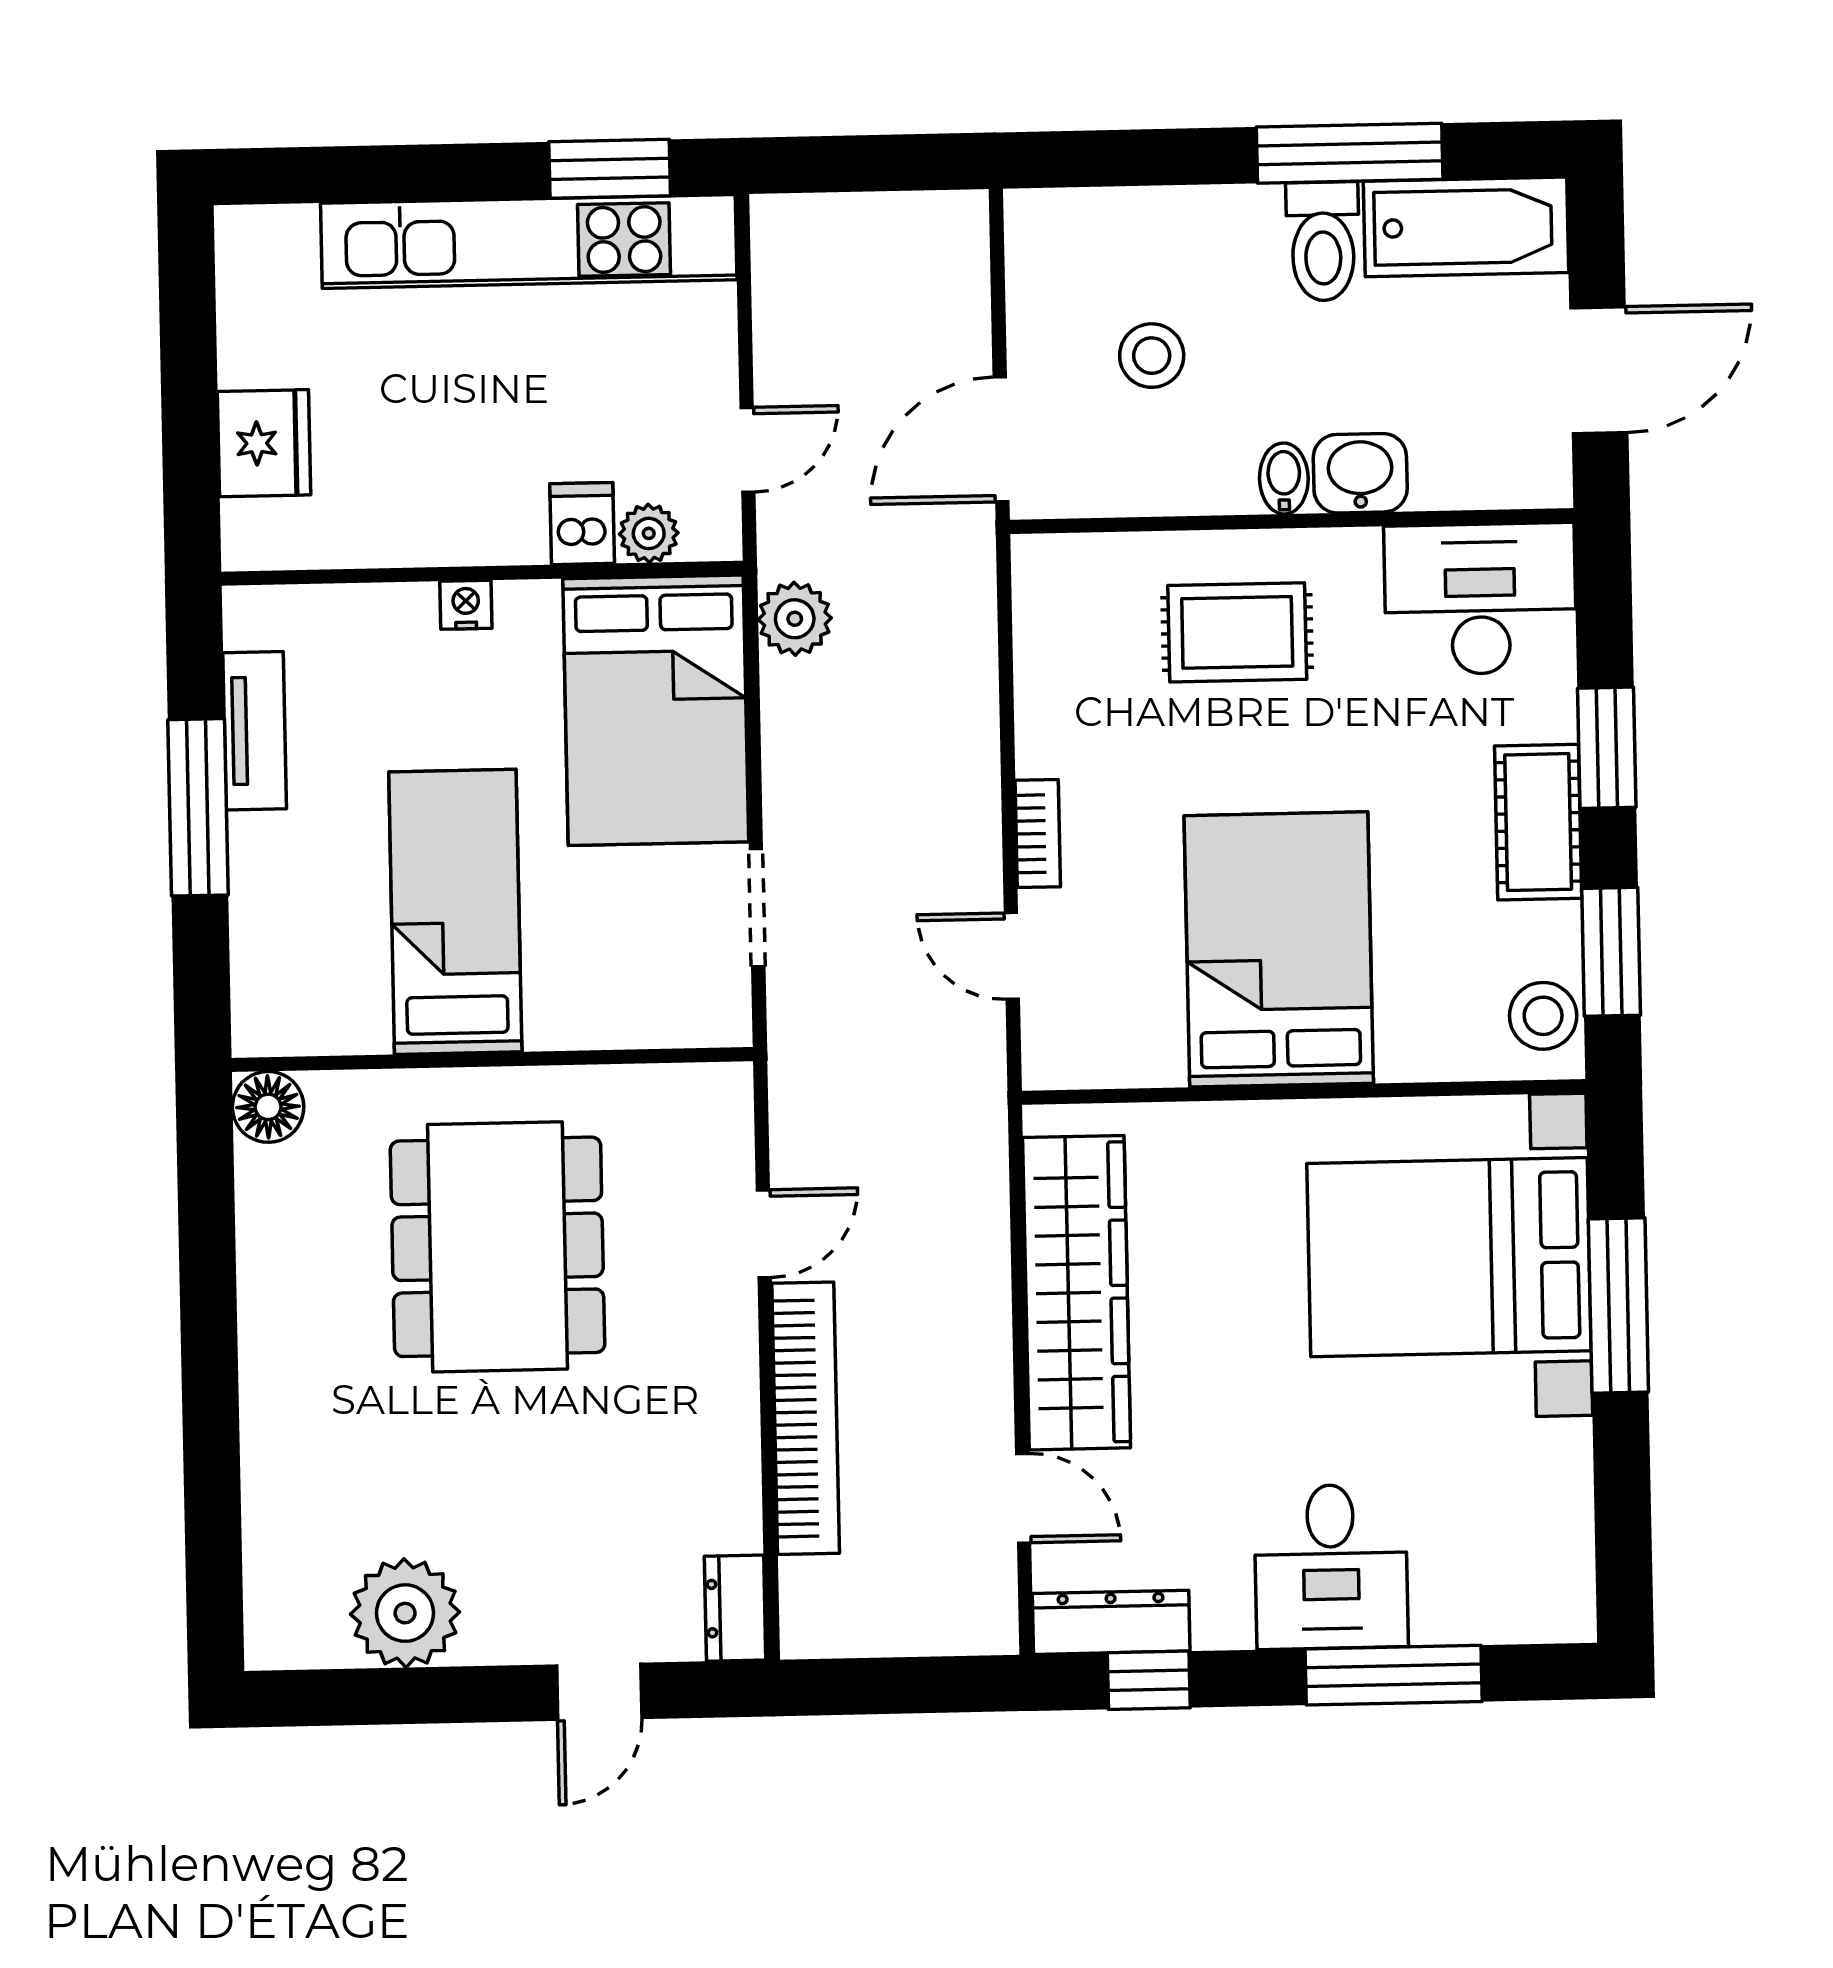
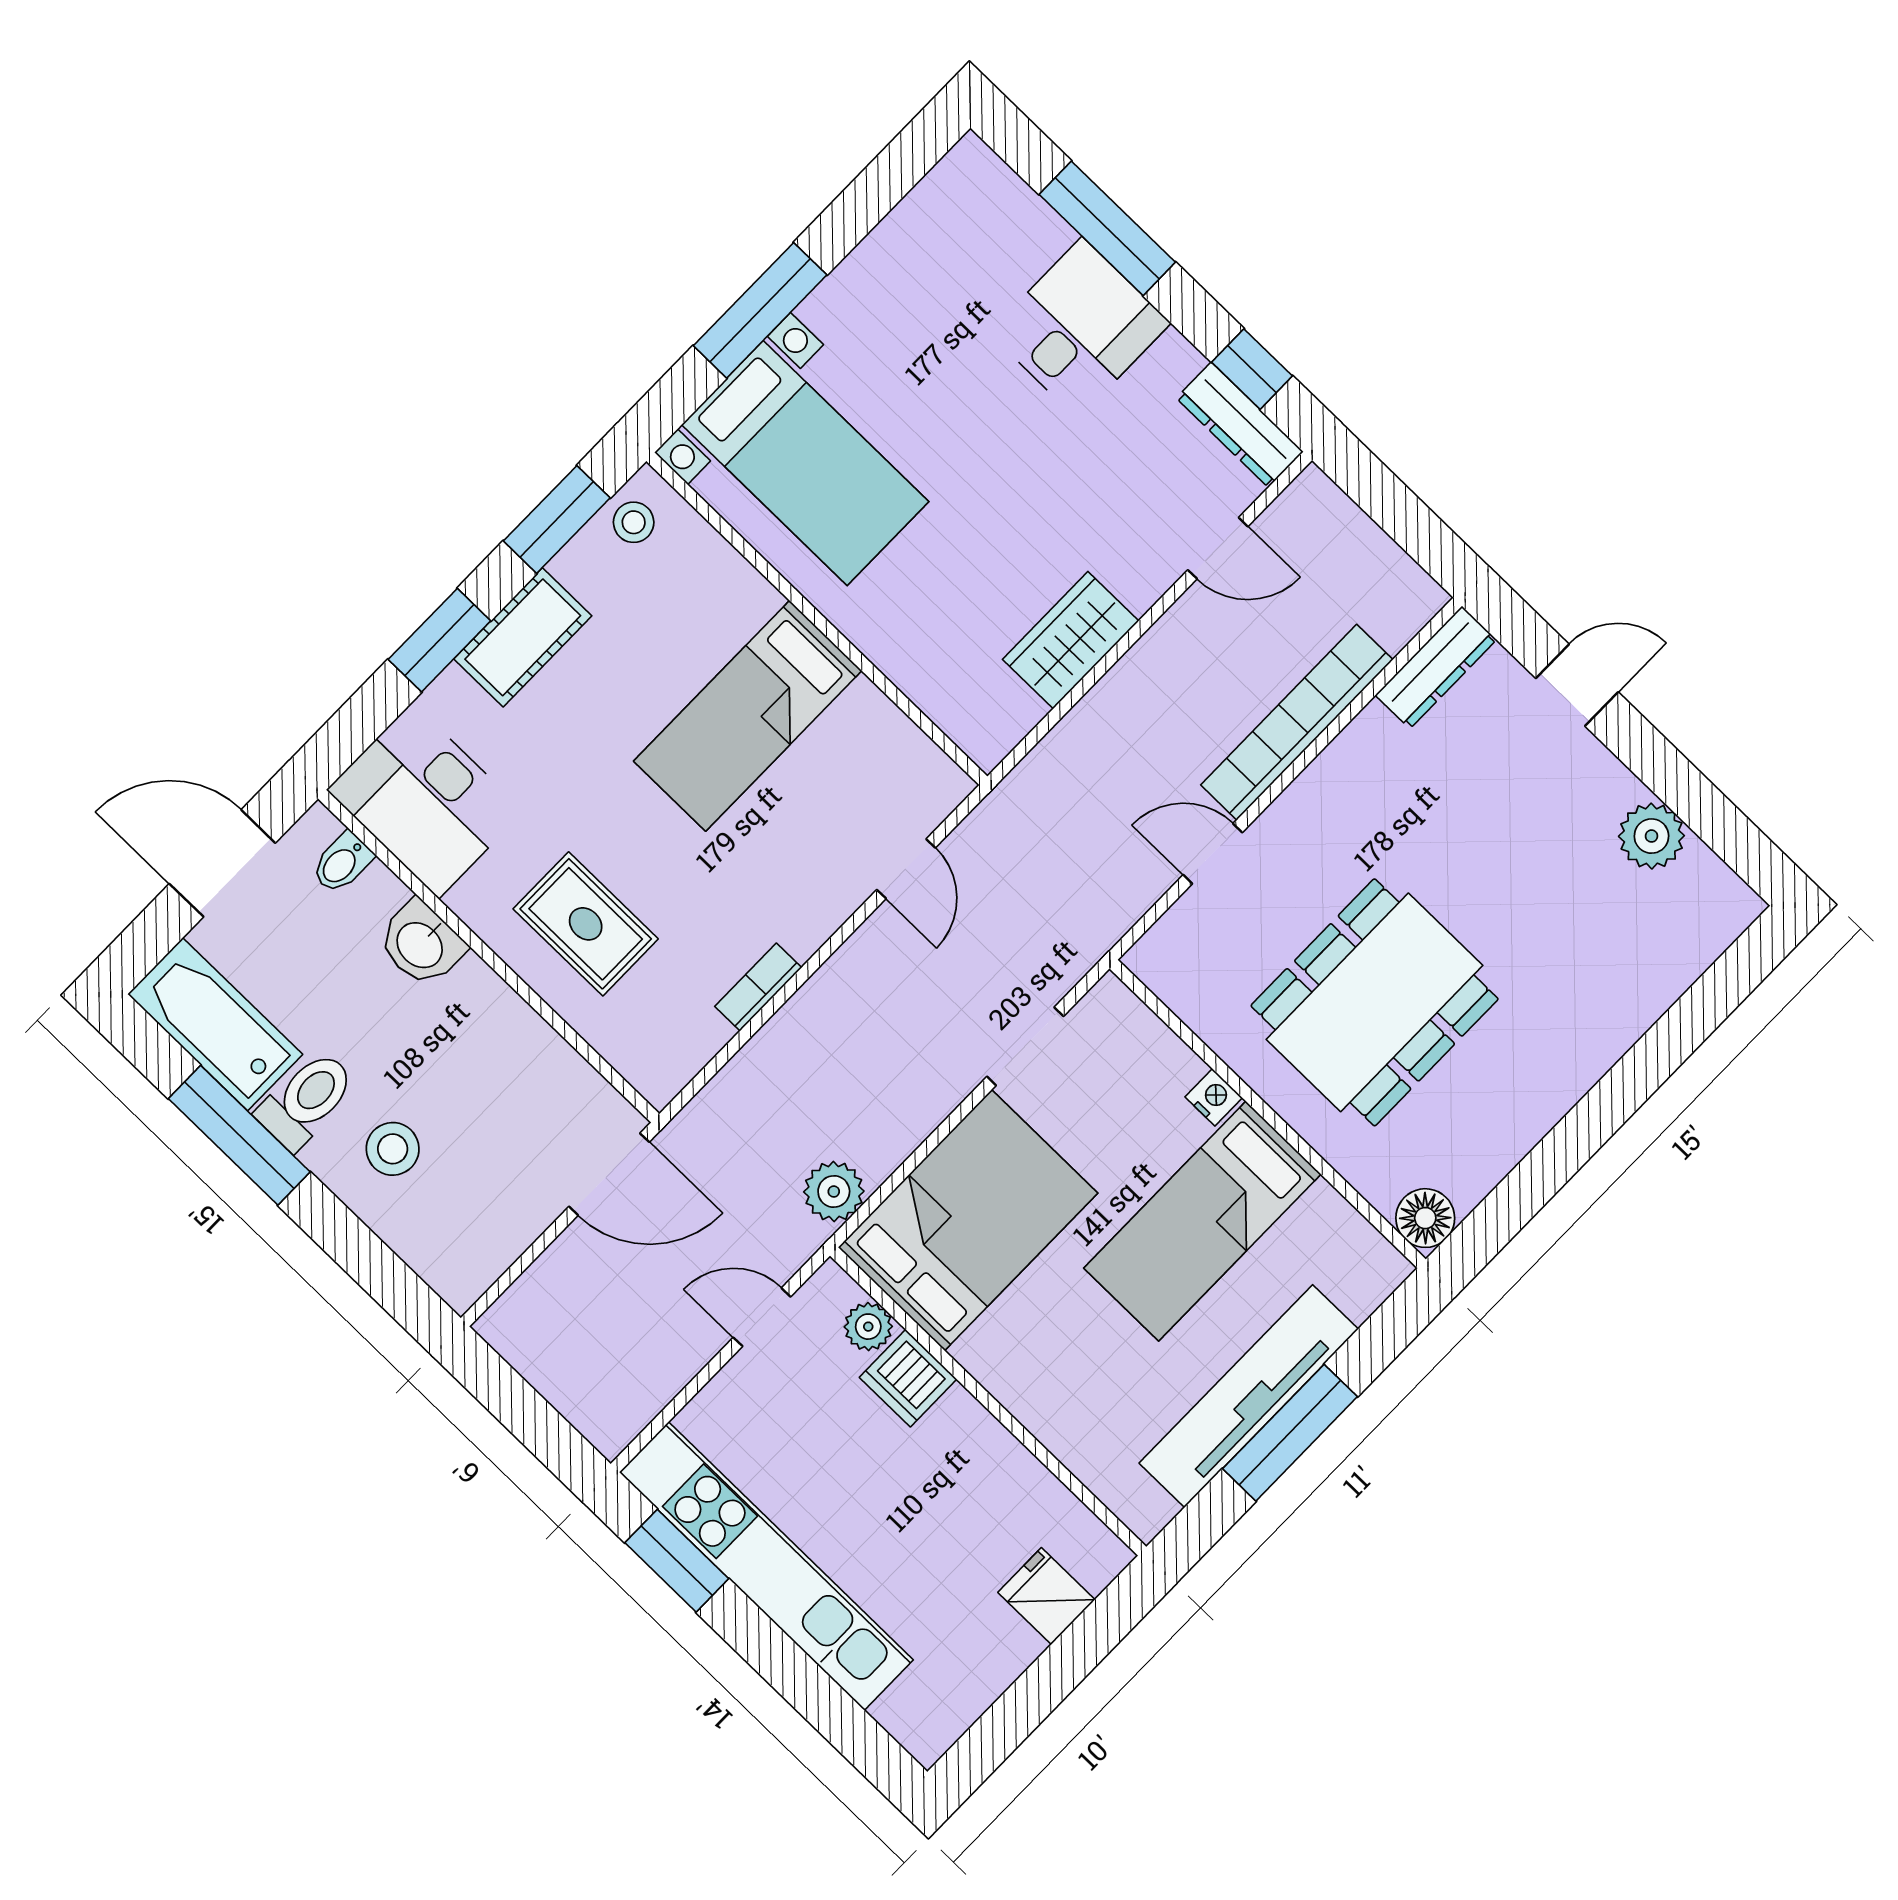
stool: (1152, 356) -> (393, 1149), moved
fridge: (264, 443) -> (1046, 1596), width x0.72
bidet: (1284, 478) -> (342, 863), moved
dishwasher: (582, 524) -> (908, 1378), width x1.38
nightstand: (466, 605) -> (1214, 1097), moved, turned 180
tv unit: (255, 731) -> (1249, 1396), width x1.92, depth x1.29
bookcase: (1038, 834) -> (758, 987), moved
bed: (1279, 949) -> (748, 716), width x0.67
stool: (1543, 1016) -> (634, 522), width x0.73, depth x0.73
bed with nightstands: (1449, 1257) -> (805, 463), width x0.73
wardrobe: (1077, 1293) -> (1071, 640), width x0.48, depth x0.85
door: (1023, 1498) -> (1218, 548), swing flipped
dresser: (735, 1608) -> (1436, 667), width x1.44
plant: (405, 1613) -> (1651, 836), width x0.73, depth x0.73

